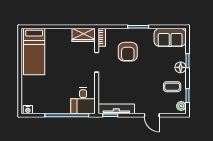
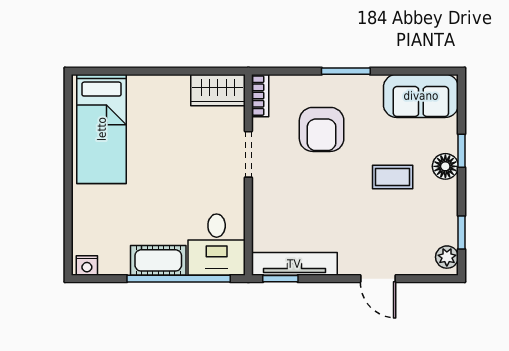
coffee table: (172, 87) -> (393, 177), moved
cot: (58, 107) -> (158, 260), added

